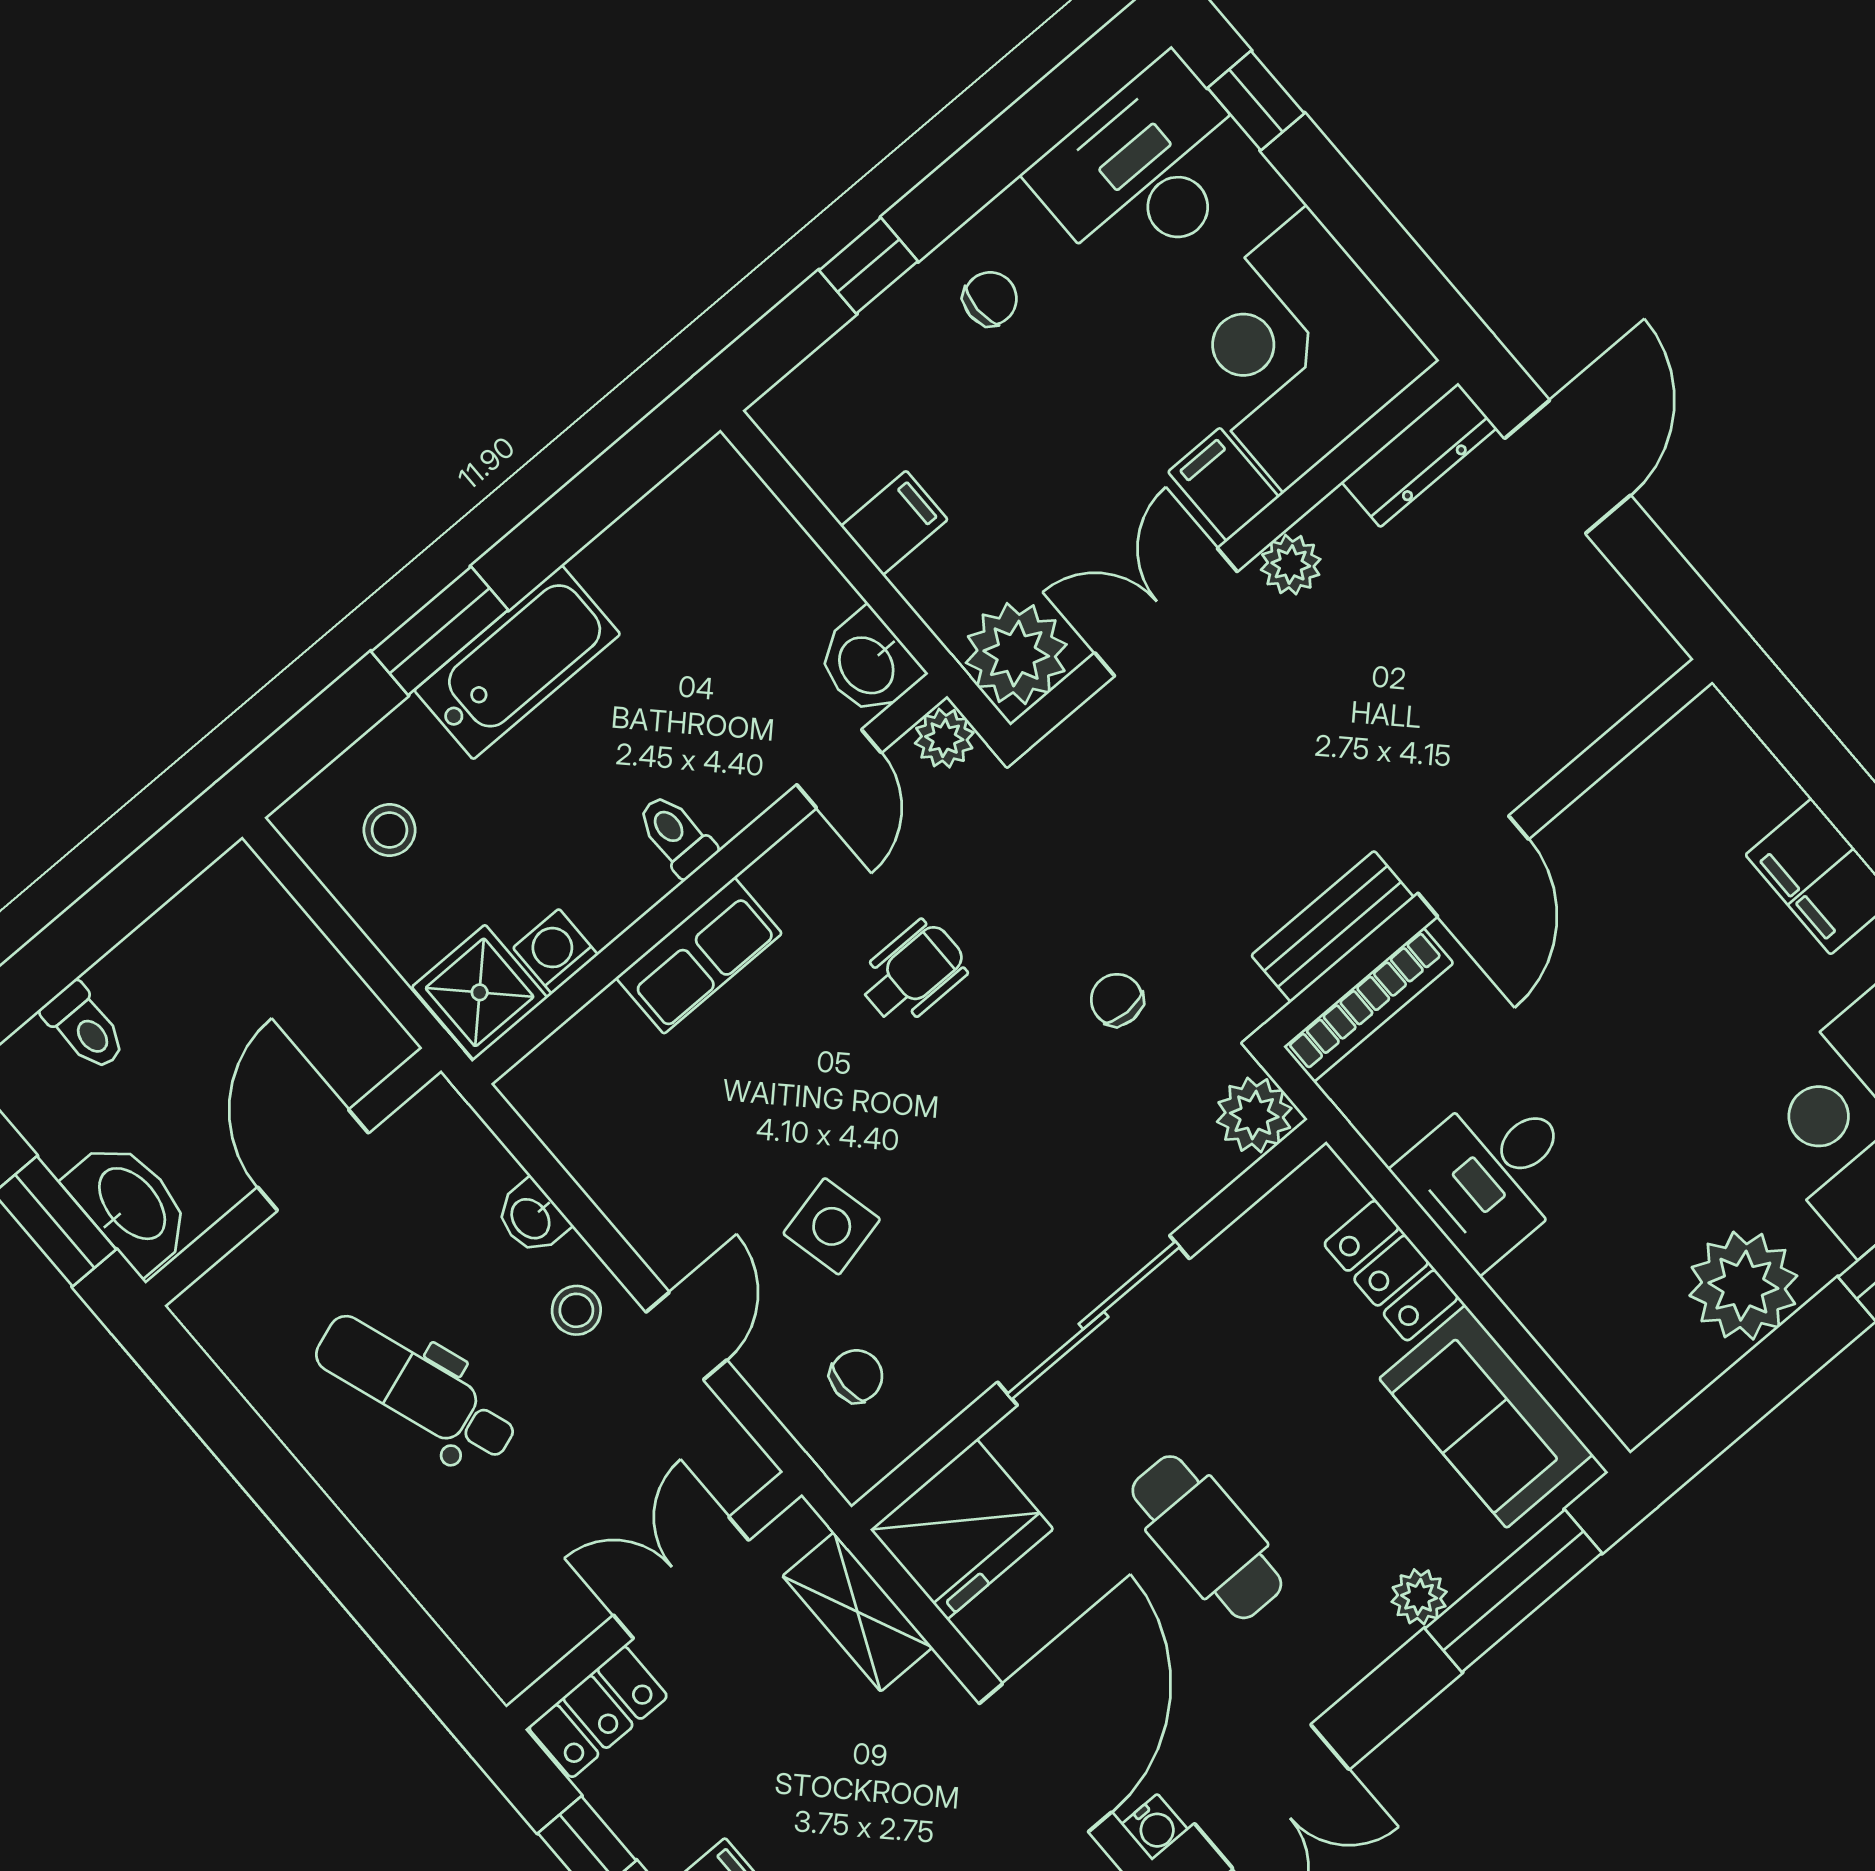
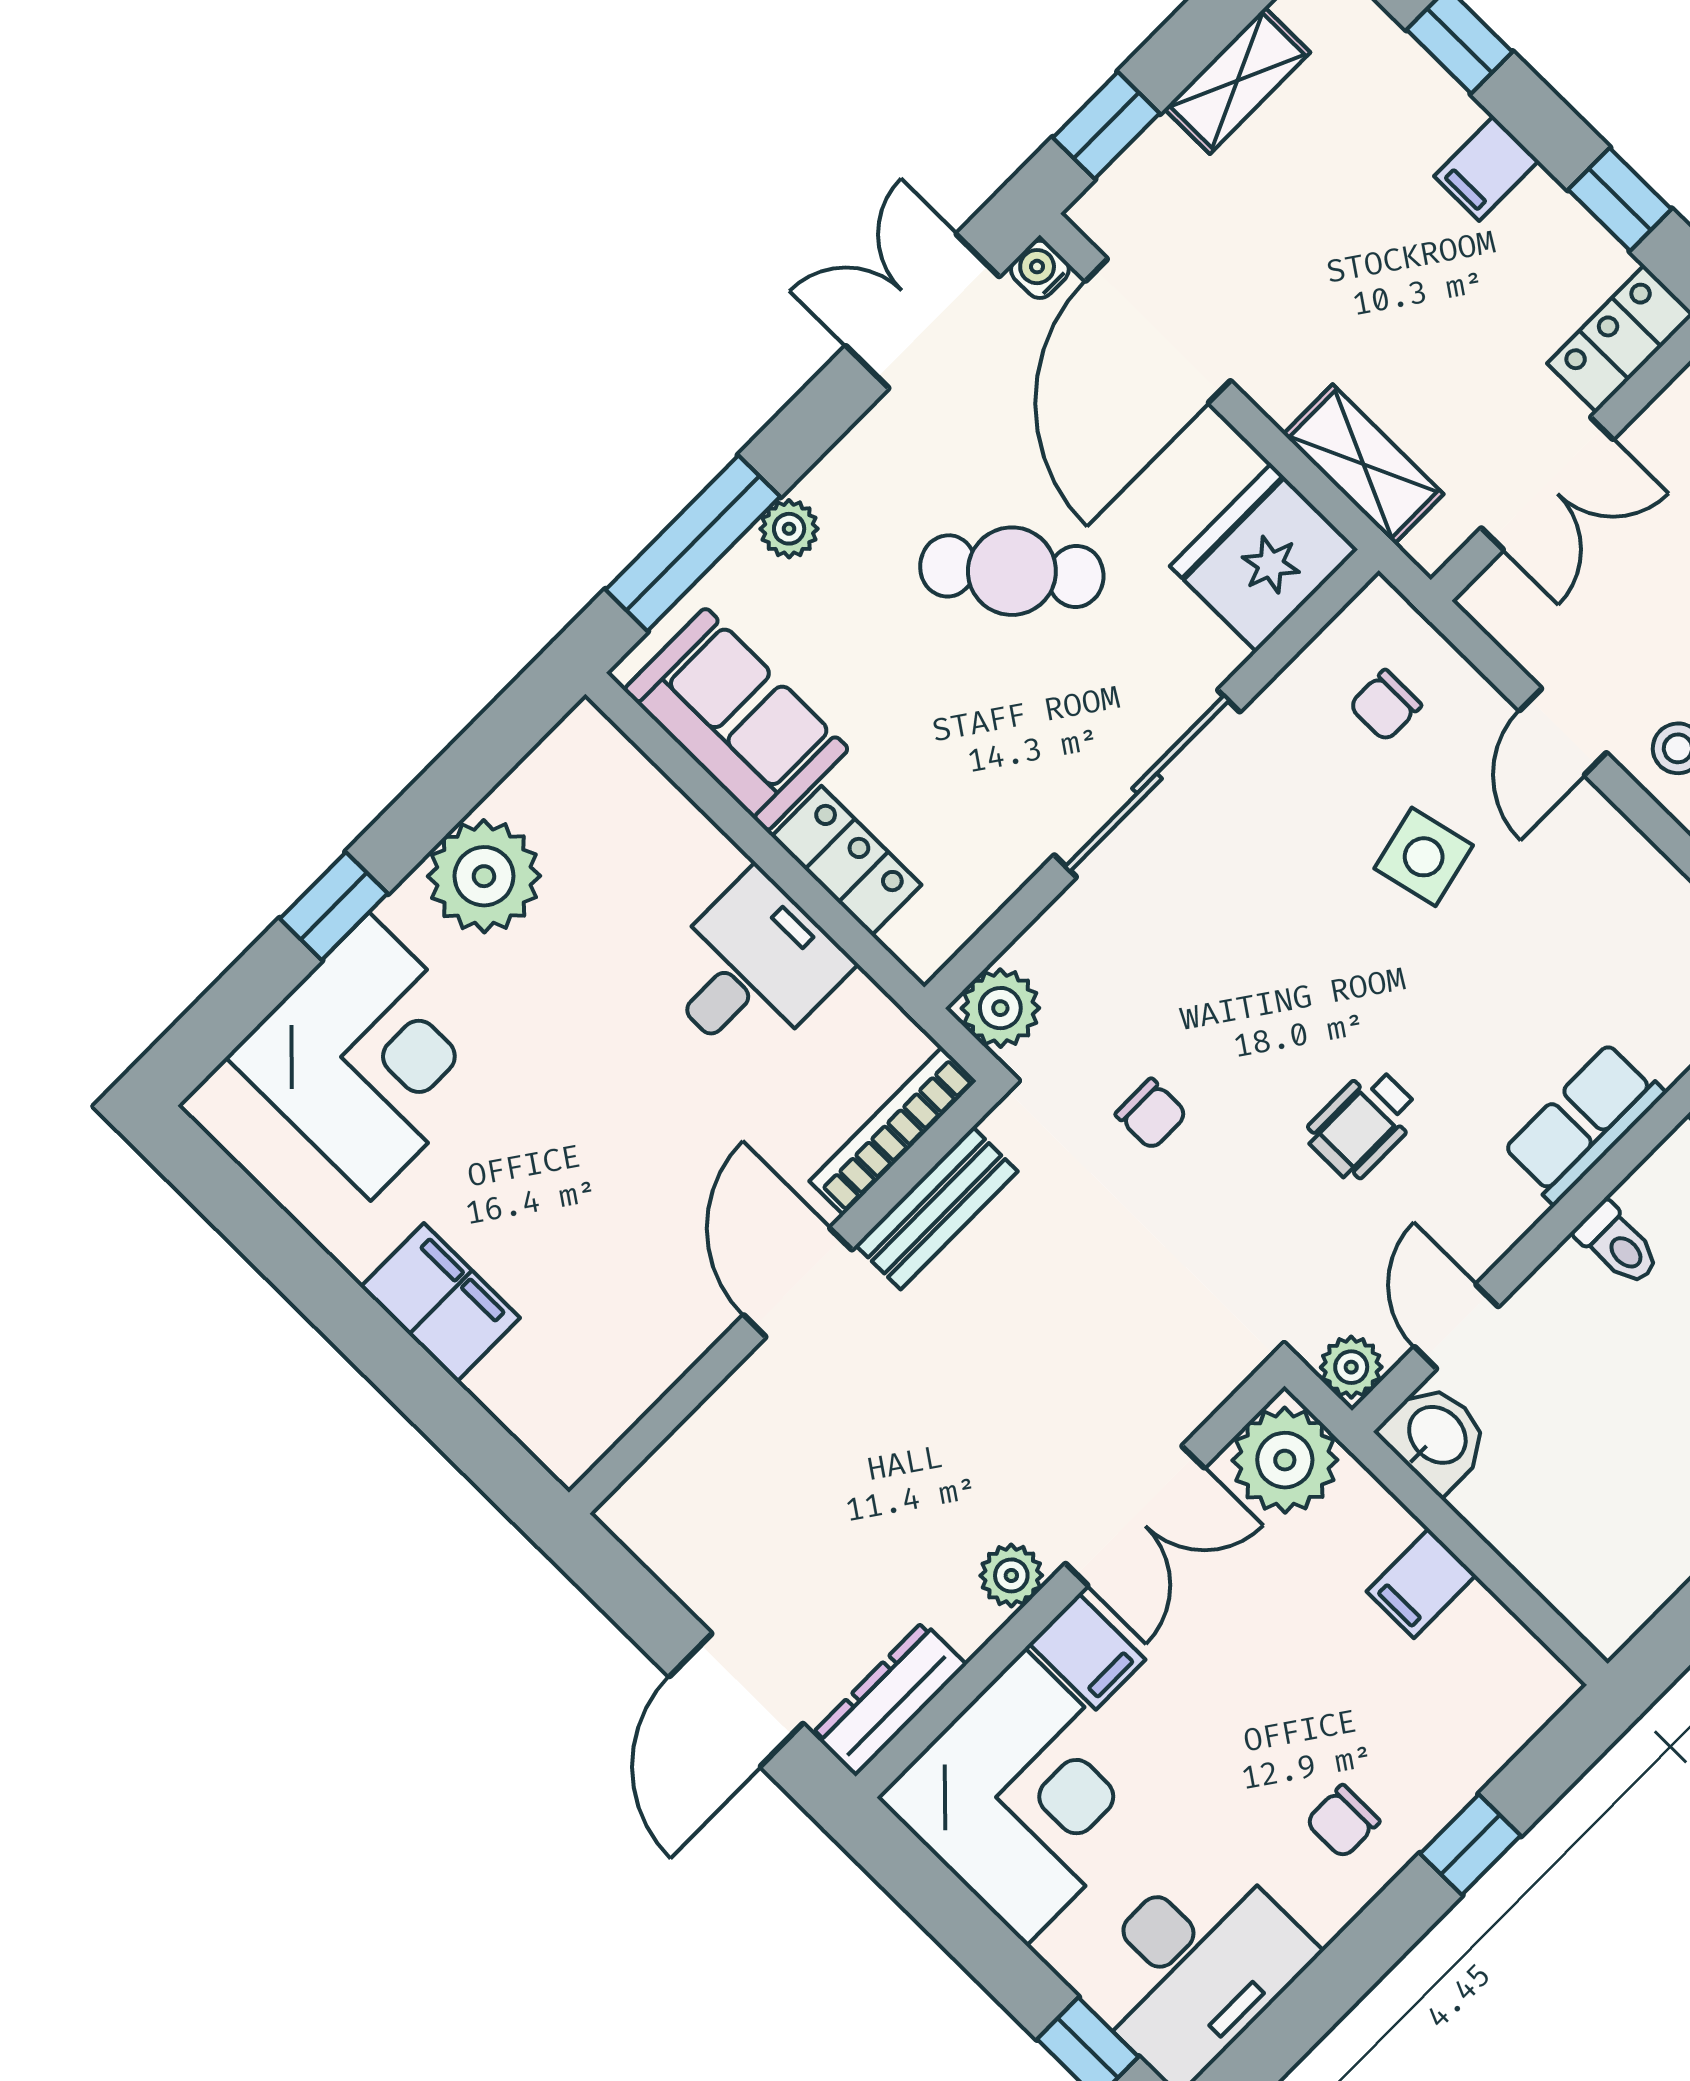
cafe table: (1207, 1537) -> (1012, 571), turned -40

